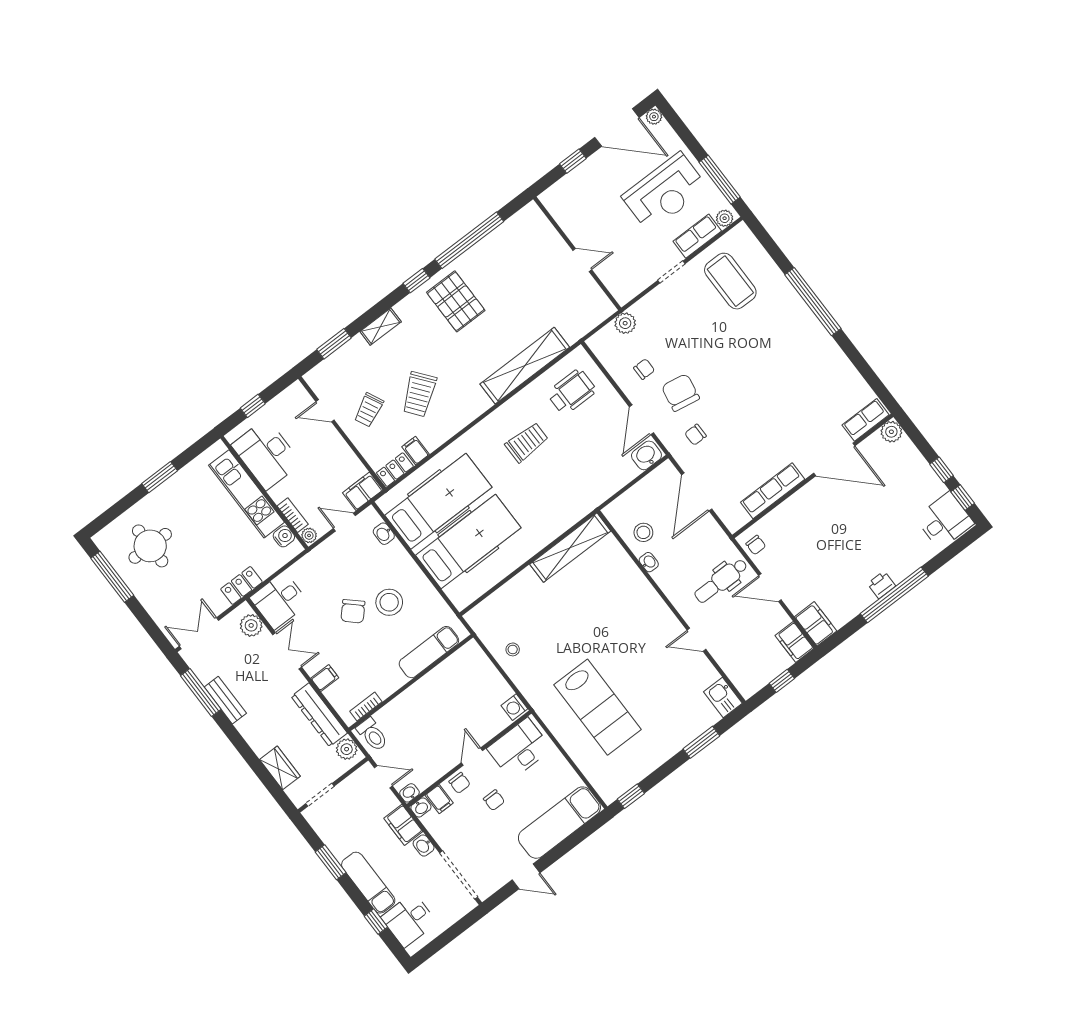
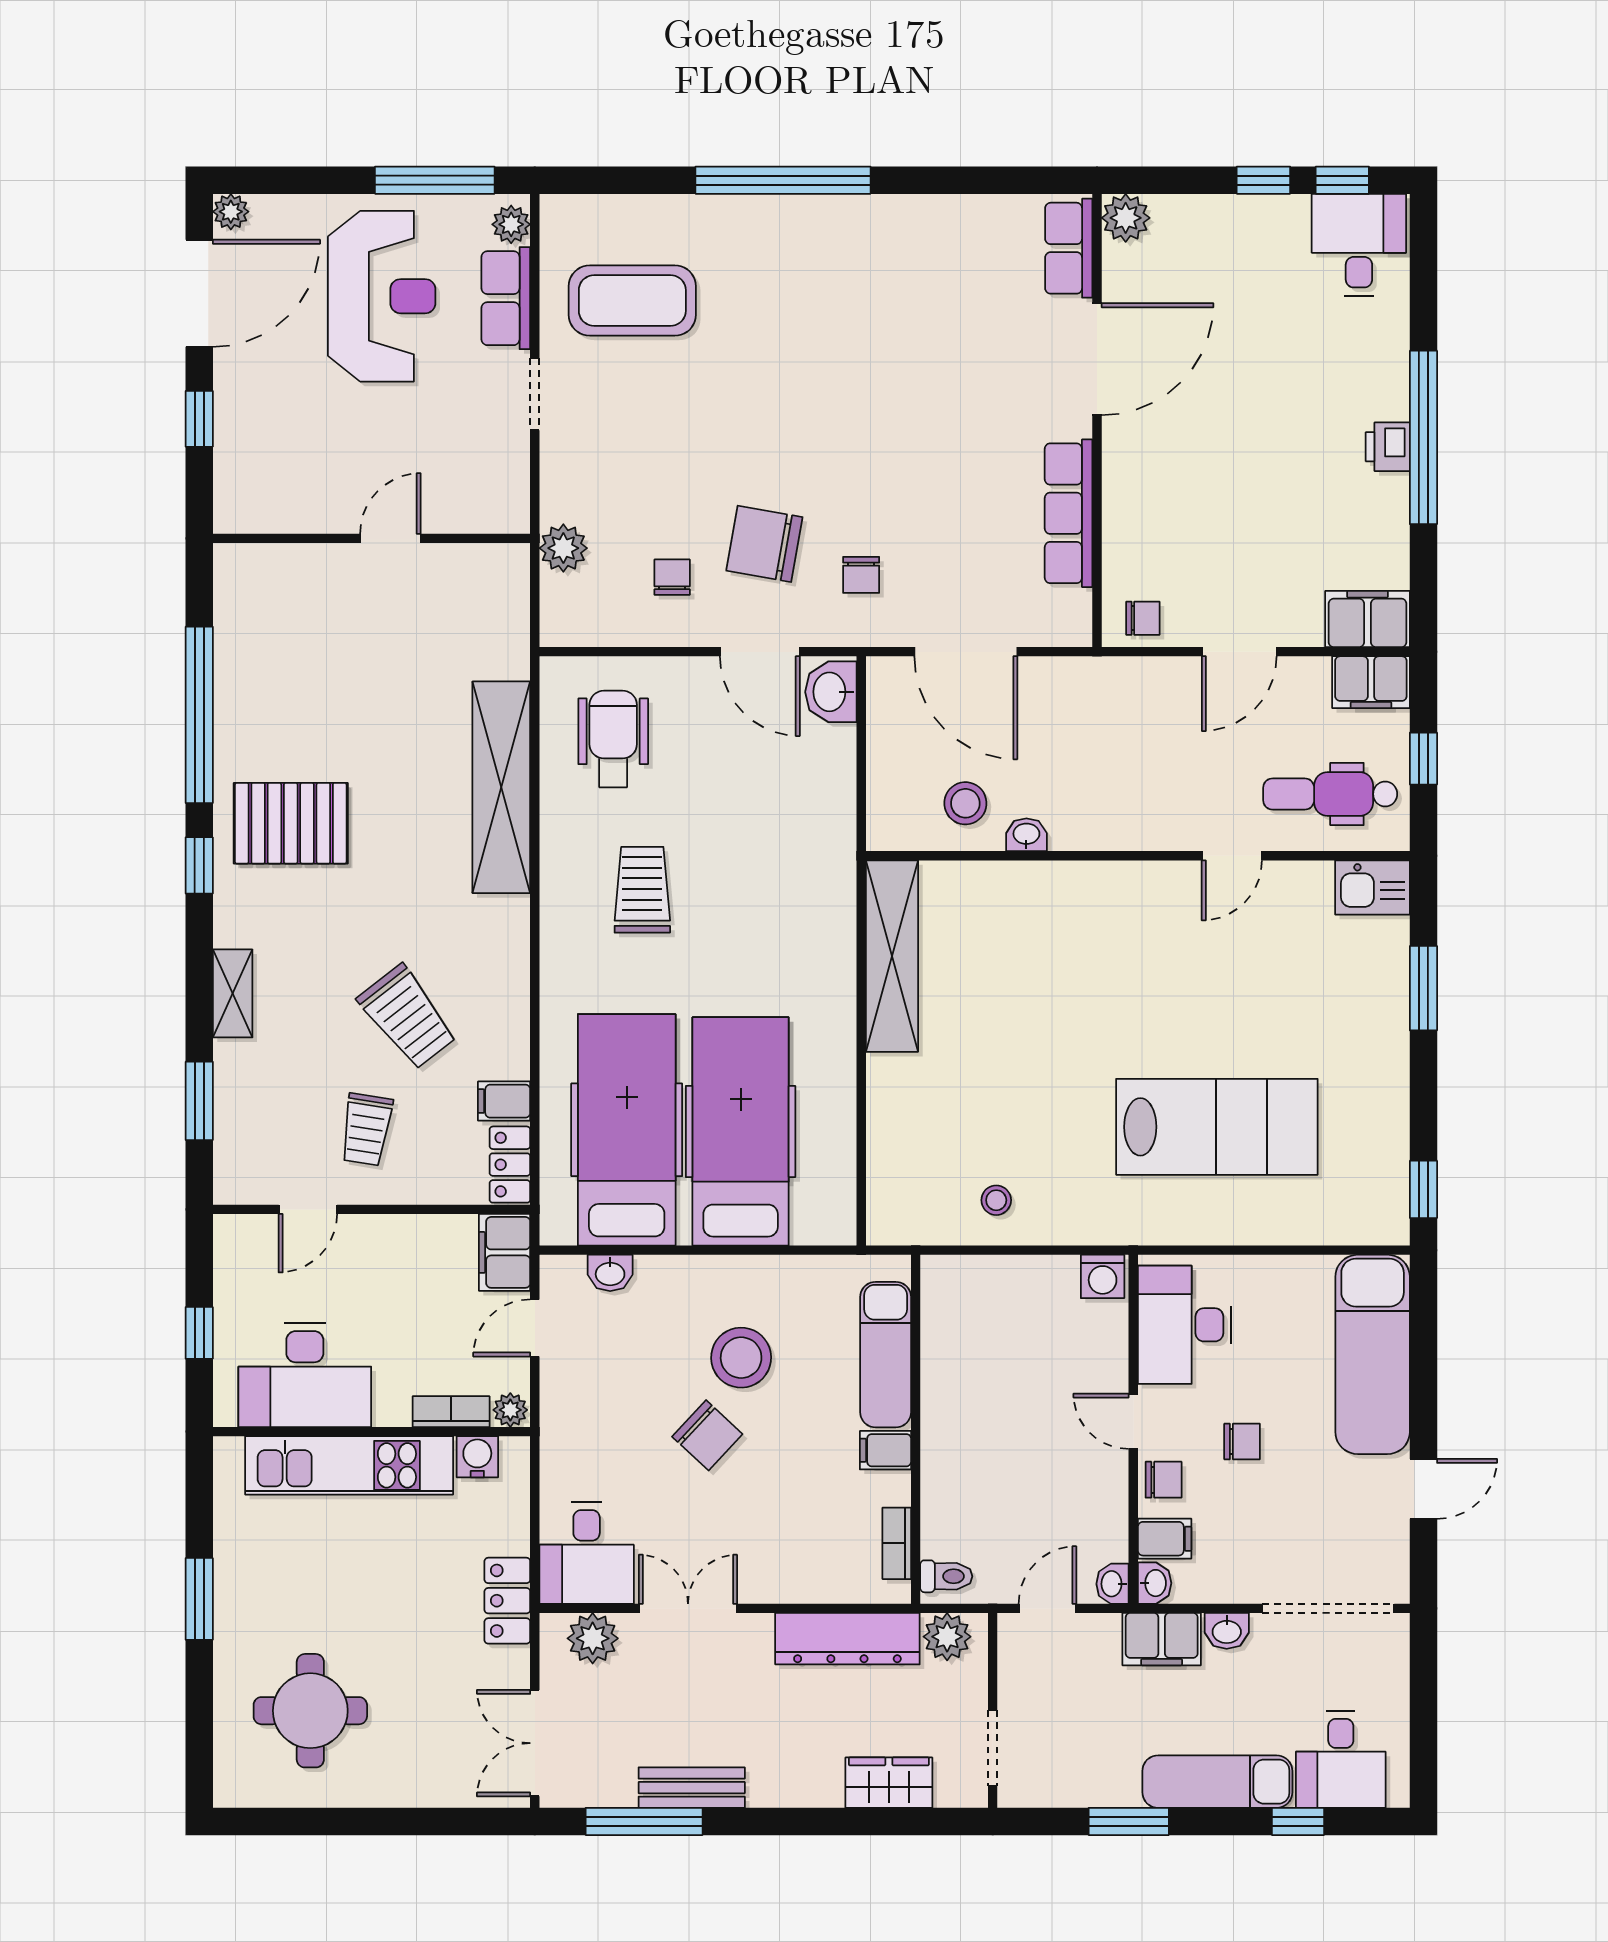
trolley: (369, 410) -> (366, 1129), turned 35
window: (112, 577) -> (314, 1821), removed
dental chair: (721, 581) -> (1330, 794), moved, turned 90
filing cabinet: (325, 678) -> (885, 1450), moved, turned -90
toilet: (372, 735) -> (946, 1576), width x0.73, depth x0.72

